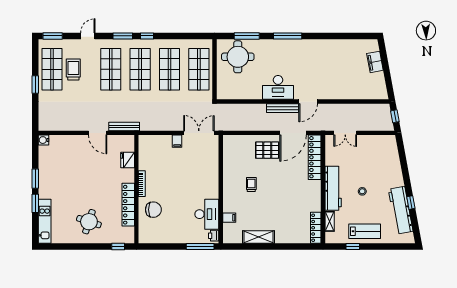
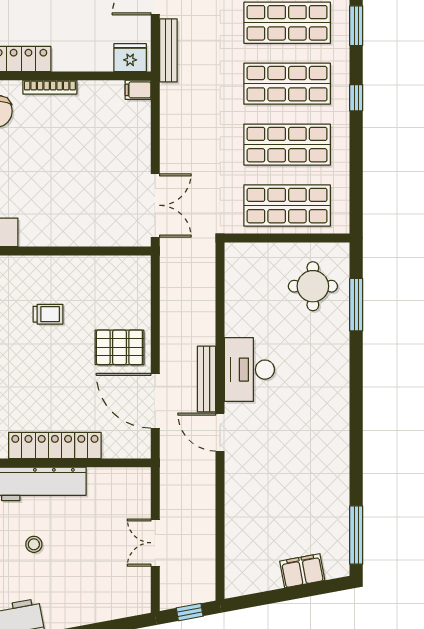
window: (123, 36) -> (356, 26), moved
window: (288, 36) -> (356, 535), moved
round table: (238, 57) -> (313, 286), width x0.73, depth x0.73
double door: (345, 133) -> (155, 543), moved
filing cabinet: (177, 141) -> (138, 90), moved
pallet: (267, 150) -> (119, 347), turned 90
locker: (315, 157) -> (55, 445), moved
fridge: (128, 160) -> (130, 58), moved

